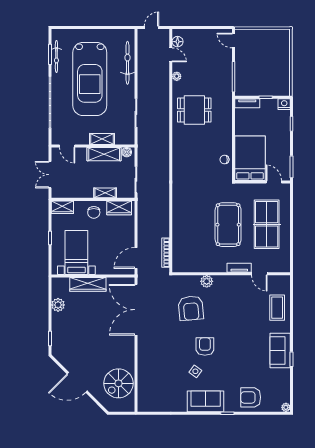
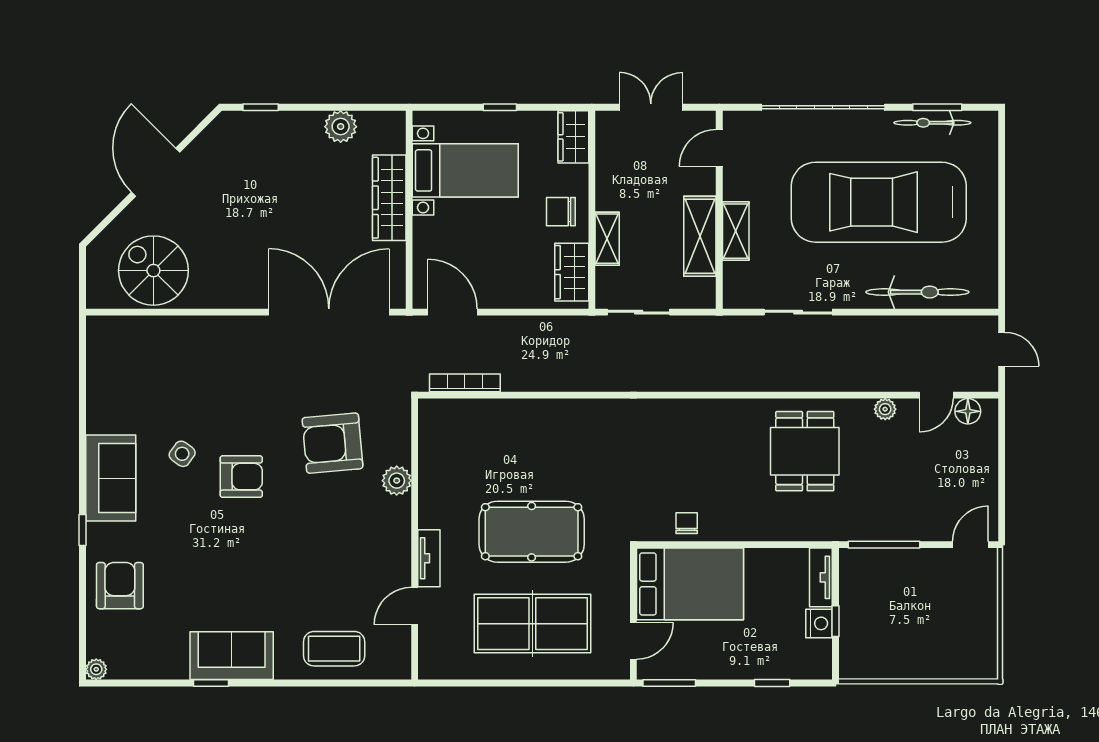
nightstand: (284, 104) -> (819, 623), moved
boiler: (127, 152) -> (704, 290), removed

